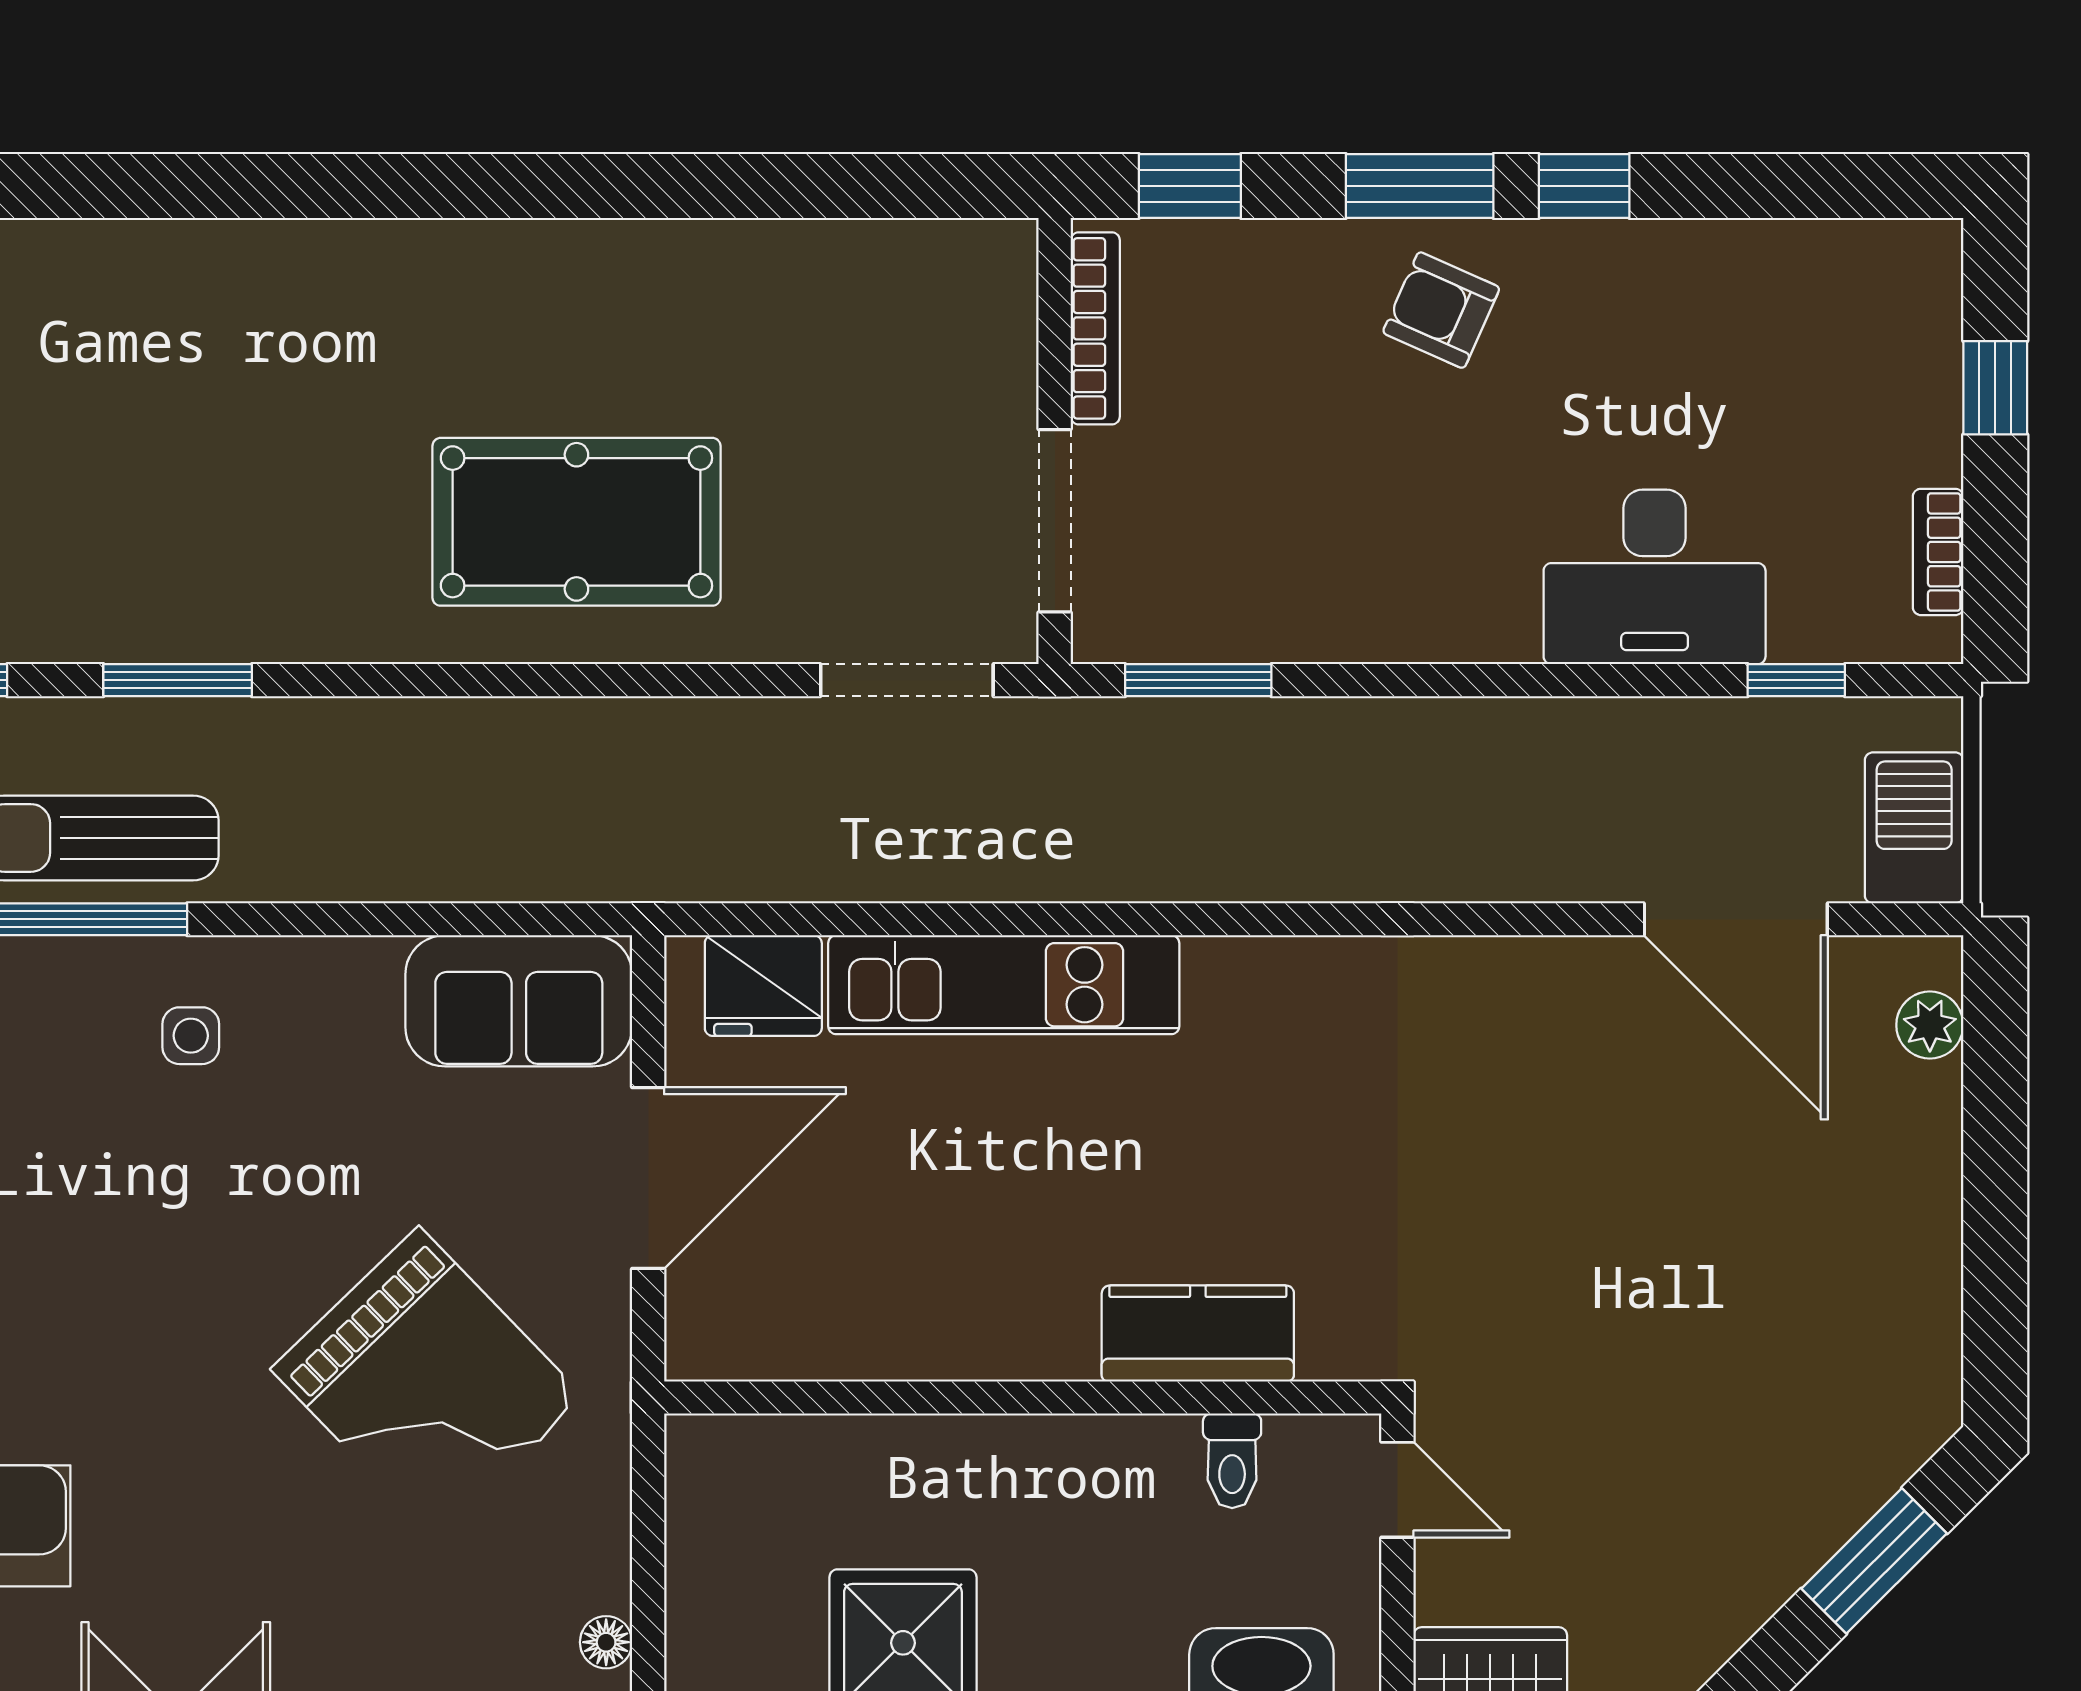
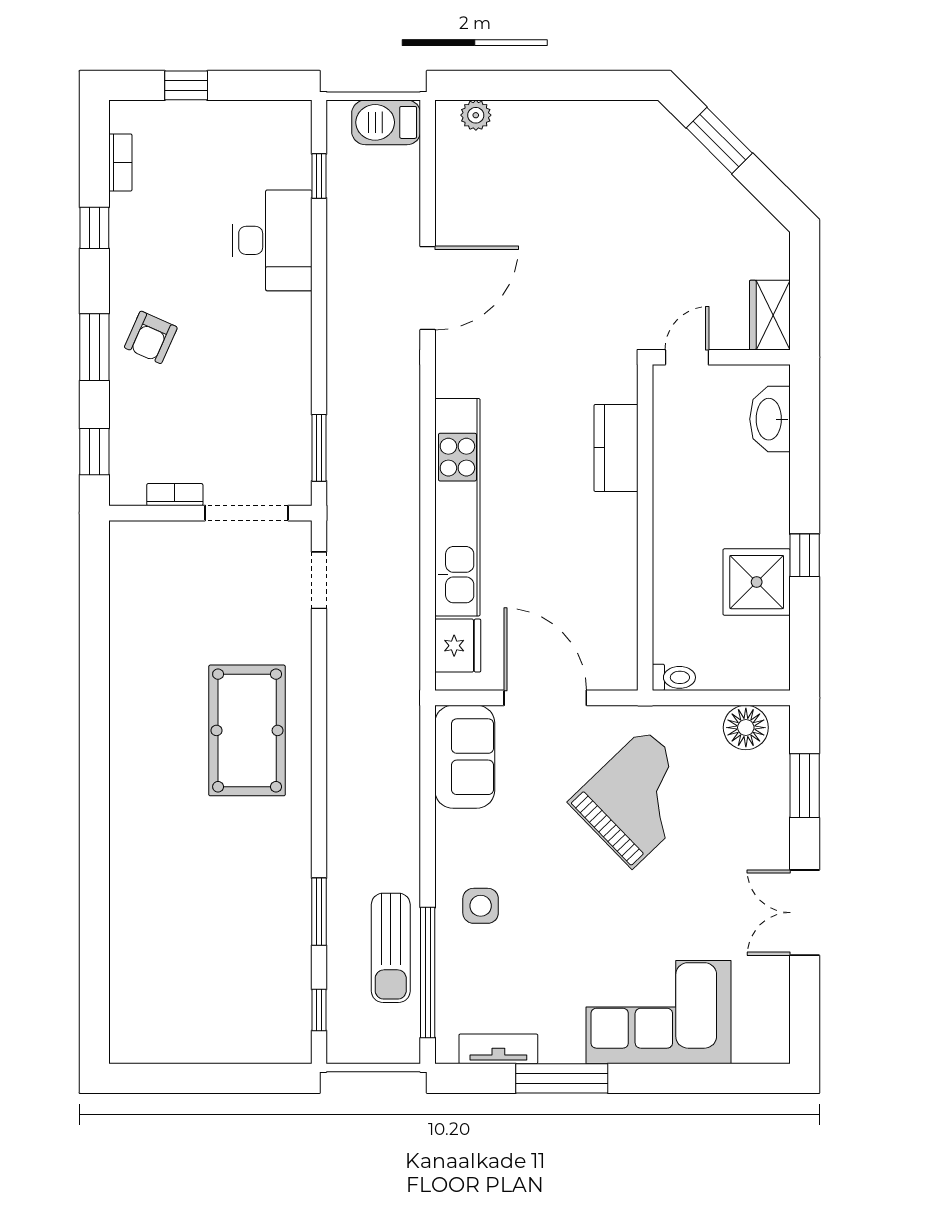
window: (1584, 186) -> (94, 228), moved
bookcase: (1095, 328) -> (175, 495), width x0.64
bookcase: (1938, 552) -> (120, 162), moved, turned -90
doorway: (907, 680) -> (319, 580), width x0.73
door: (1736, 919) -> (428, 288), moved
kitchen unit: (1004, 985) -> (457, 507), width x1.36
side table: (191, 1036) -> (481, 906), width x1.37, depth x1.37
toilet: (1232, 1461) -> (674, 677), moved
floor lamp: (606, 1642) -> (746, 728), width x1.89, depth x1.89

